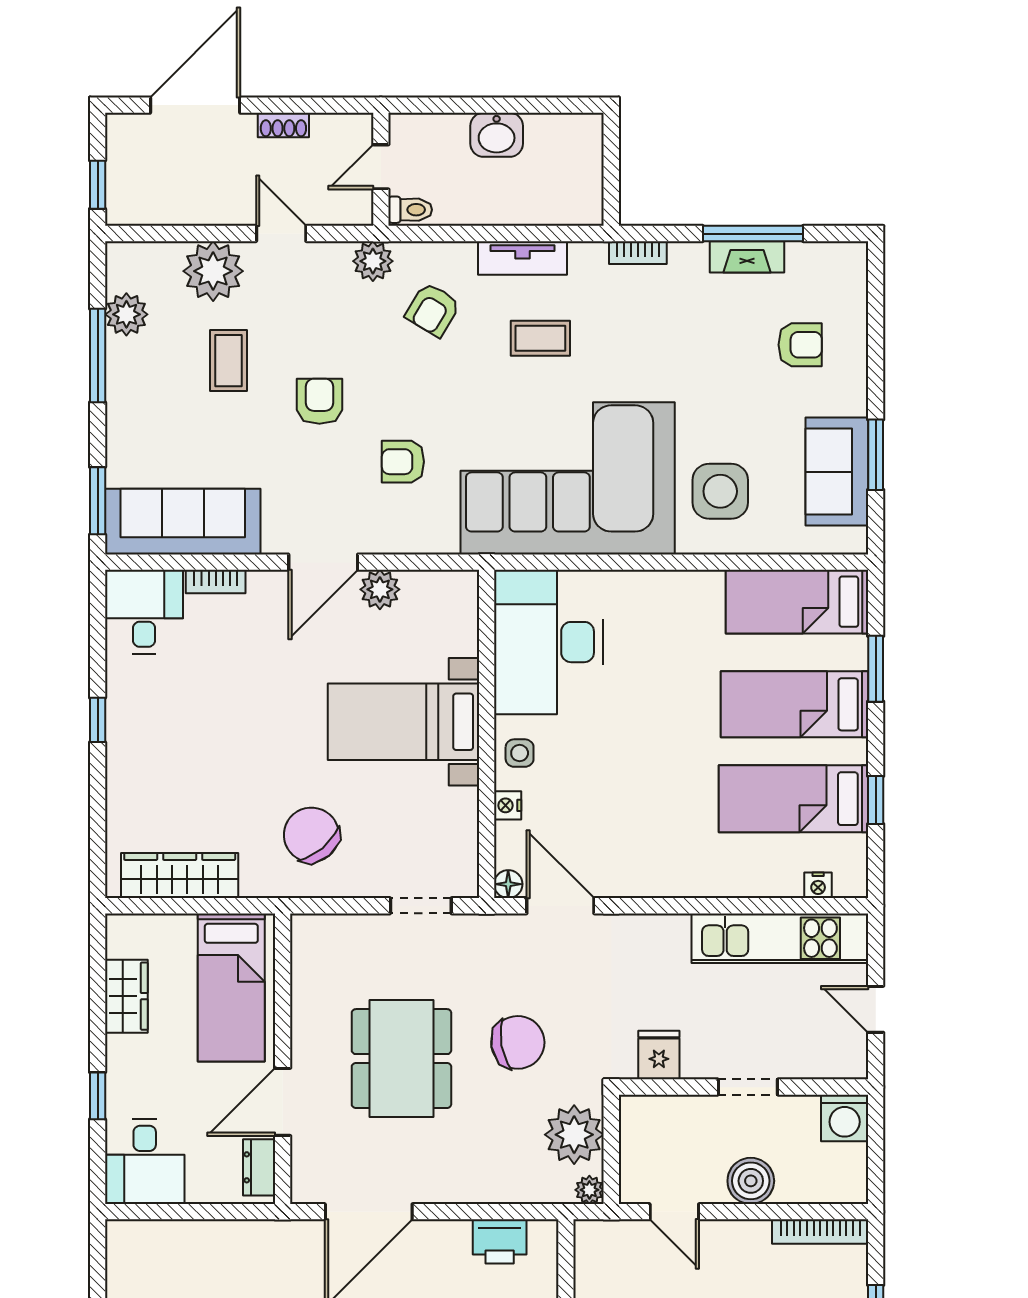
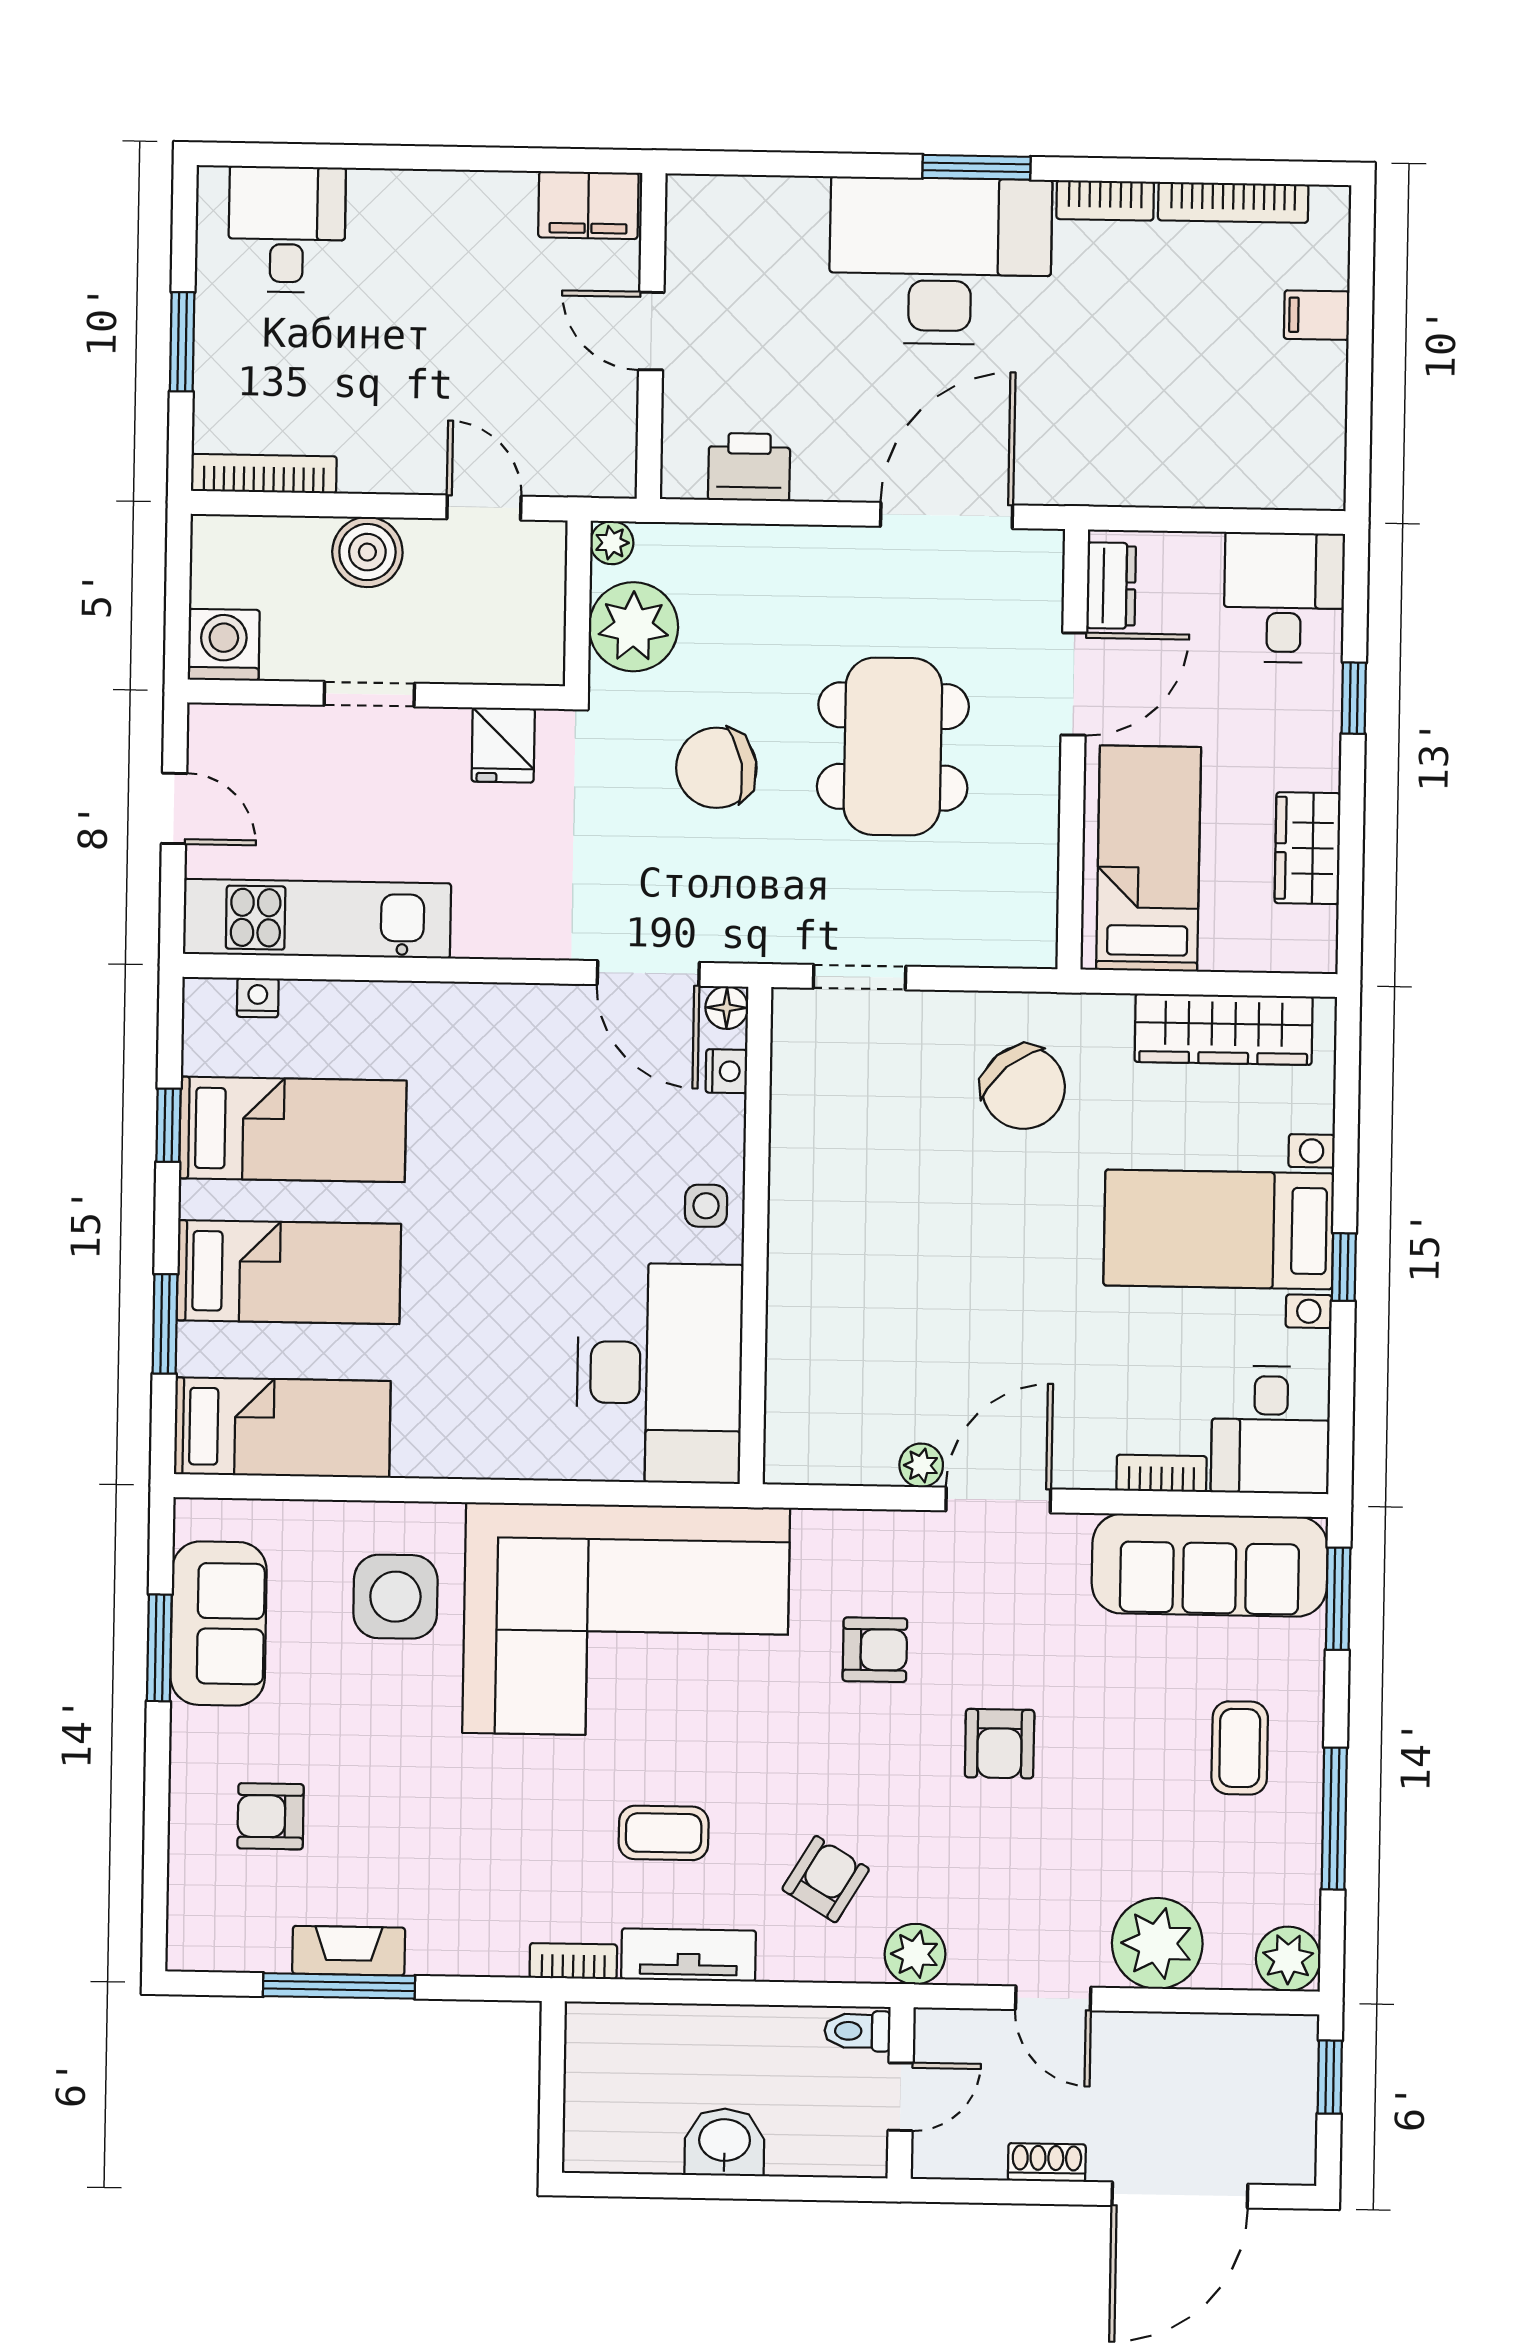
bookcase: (638, 253) -> (573, 1961), moved
plant: (126, 314) -> (1288, 1959), moved
coffee table: (228, 361) -> (1240, 1748), moved
plant: (380, 589) -> (921, 1465), width x0.73, depth x0.73
bed with nightstands: (403, 722) -> (1219, 1229), moved, turned 180
nightstand: (508, 805) -> (726, 1071), moved

